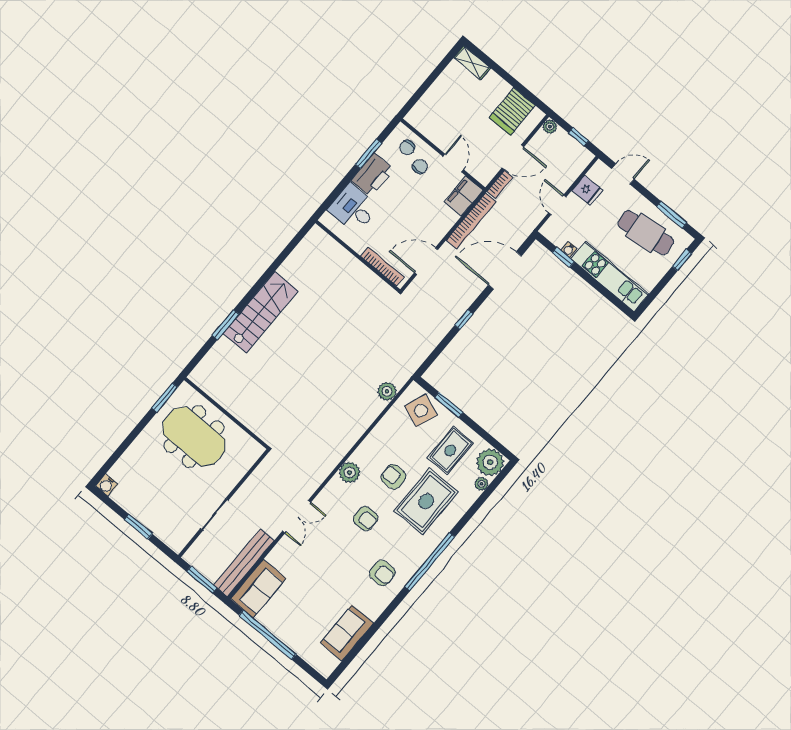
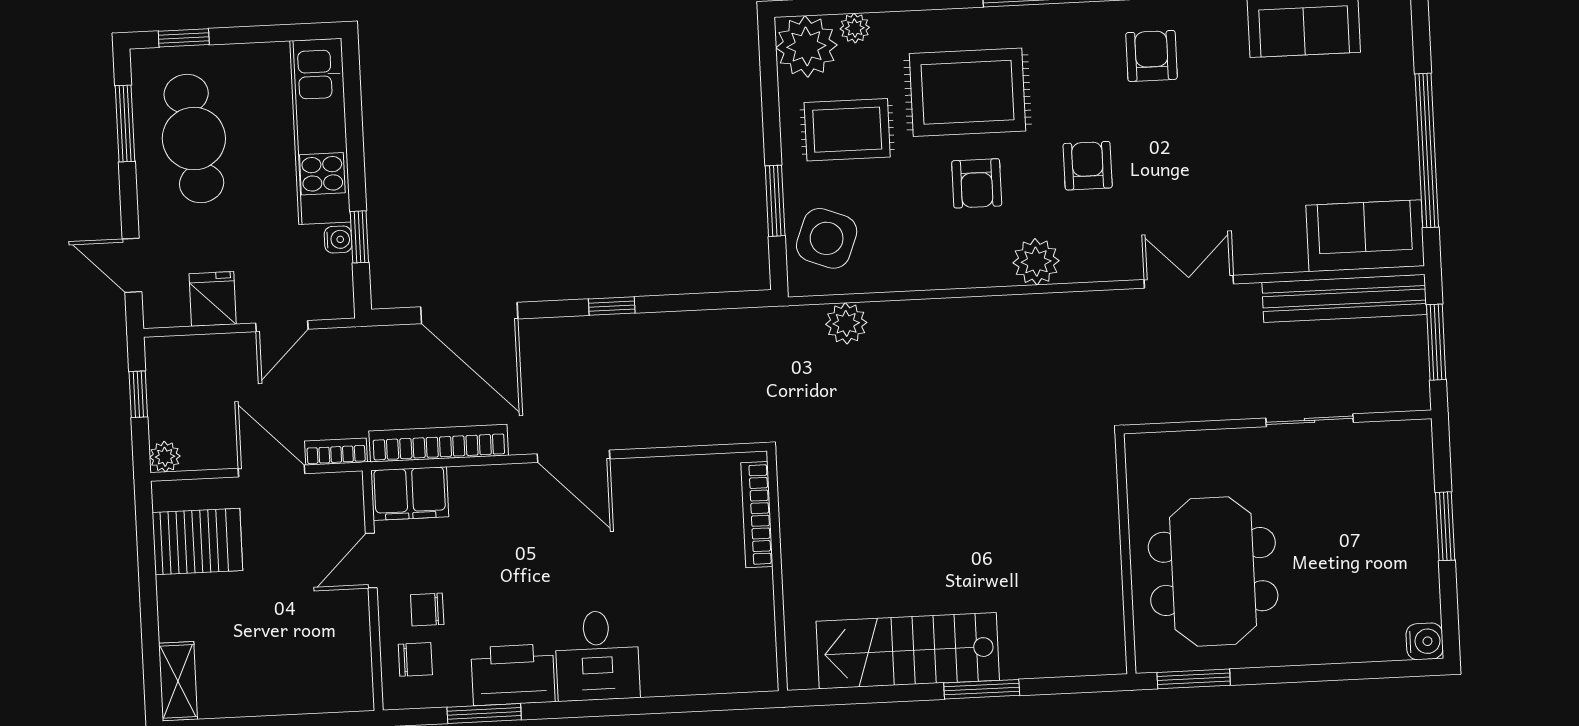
wall: (358, 256) -> (777, 571), moved
bookcase: (382, 267) -> (757, 515), moved

